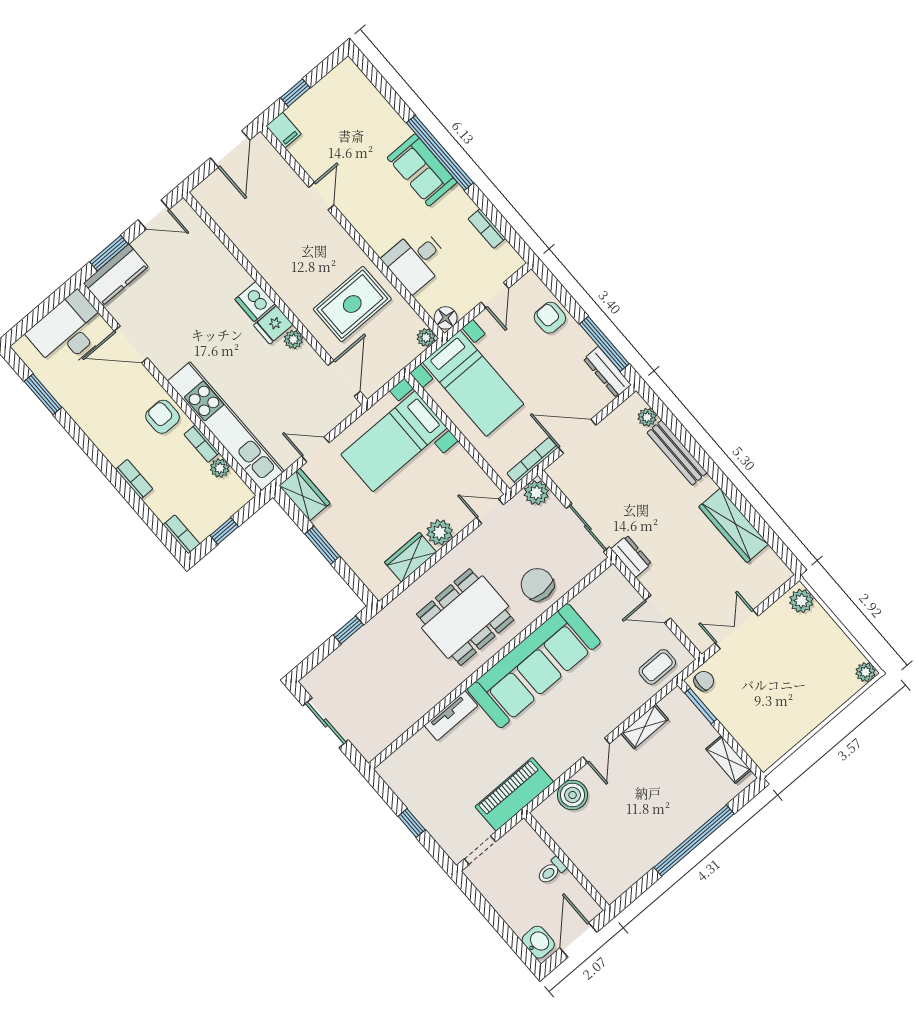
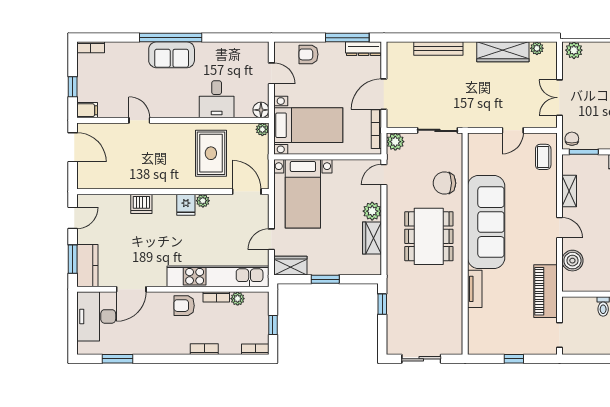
bookcase: (487, 229) -> (91, 47), moved
dishwasher: (255, 302) -> (141, 204), moved
plant: (647, 417) -> (537, 48), moved
dresser: (631, 556) -> (472, 120), removed

